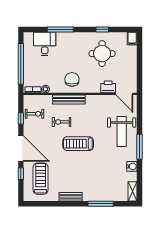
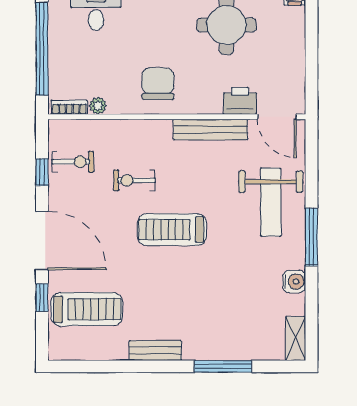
bench: (69, 100) -> (210, 130), moved
treadmill: (41, 179) -> (87, 309), turned 90

